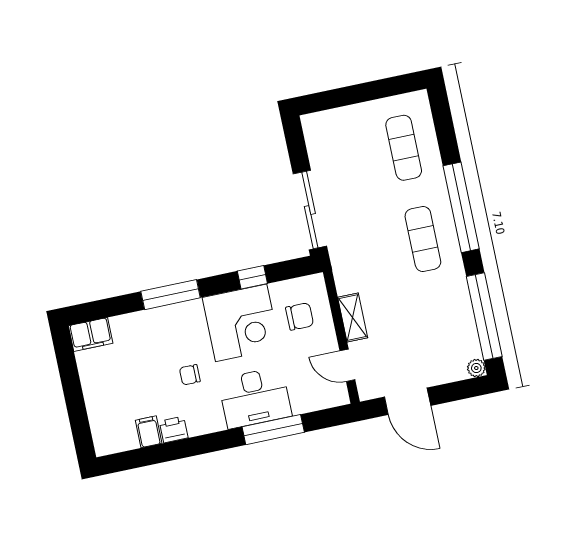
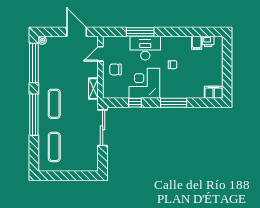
chair: (300, 316) -> (115, 69), moved
shelving: (353, 318) -> (93, 89), moved
door: (347, 365) -> (100, 54), swing flipped
printer: (174, 429) -> (208, 41), moved

